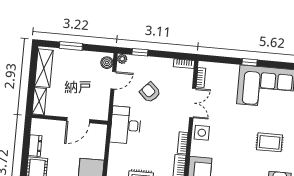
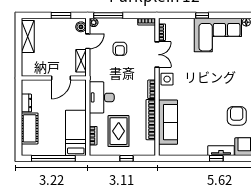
window: (71, 46) -> (61, 15), moved
window: (140, 52) -> (108, 15), width x2.17
armchair: (150, 92) -> (120, 49), turned -133
shelving: (39, 101) -> (81, 61), moved
desk: (126, 125) -> (102, 97), moved
rug: (270, 142) -> (225, 82), removed

